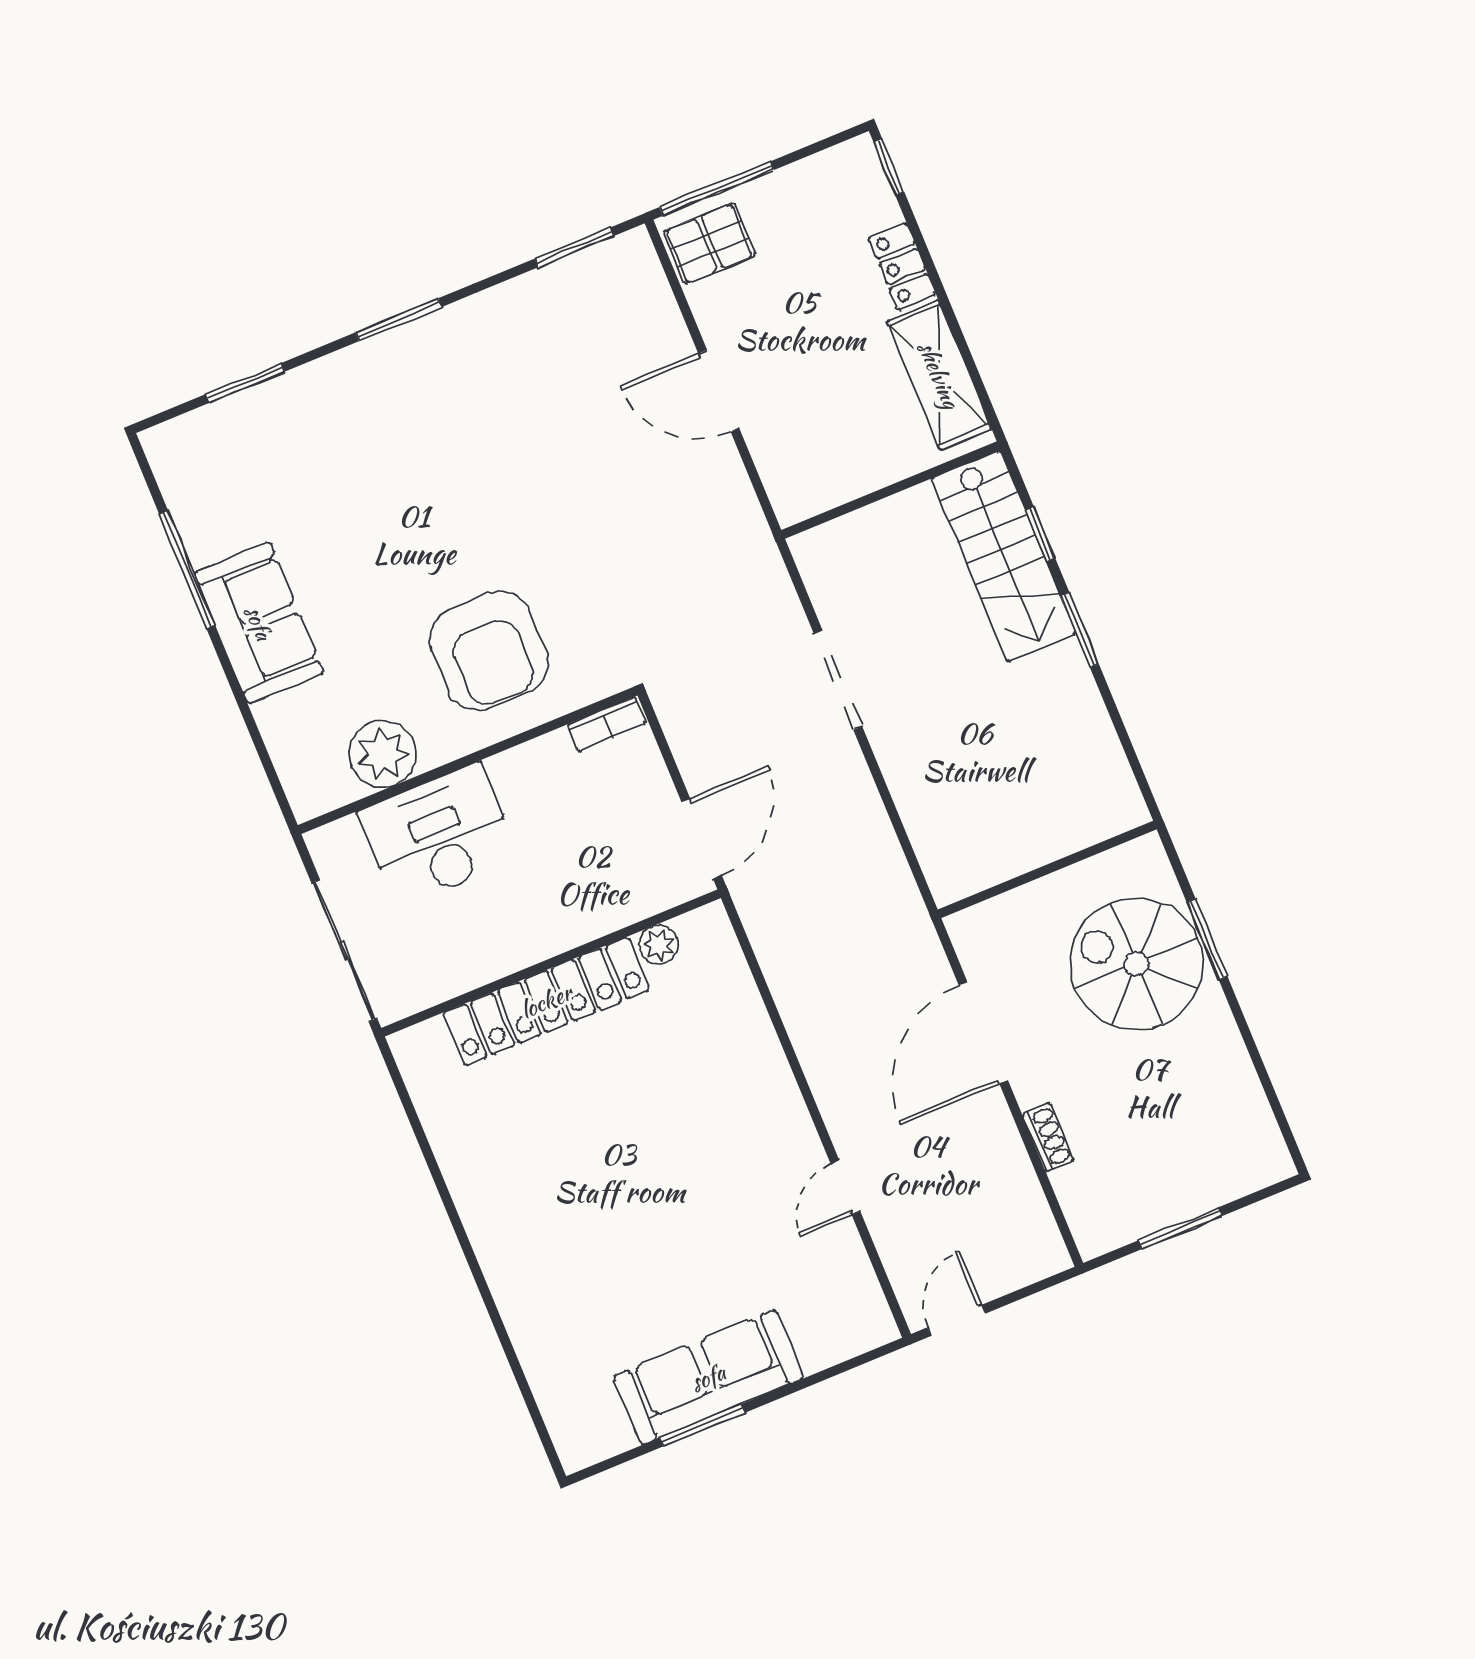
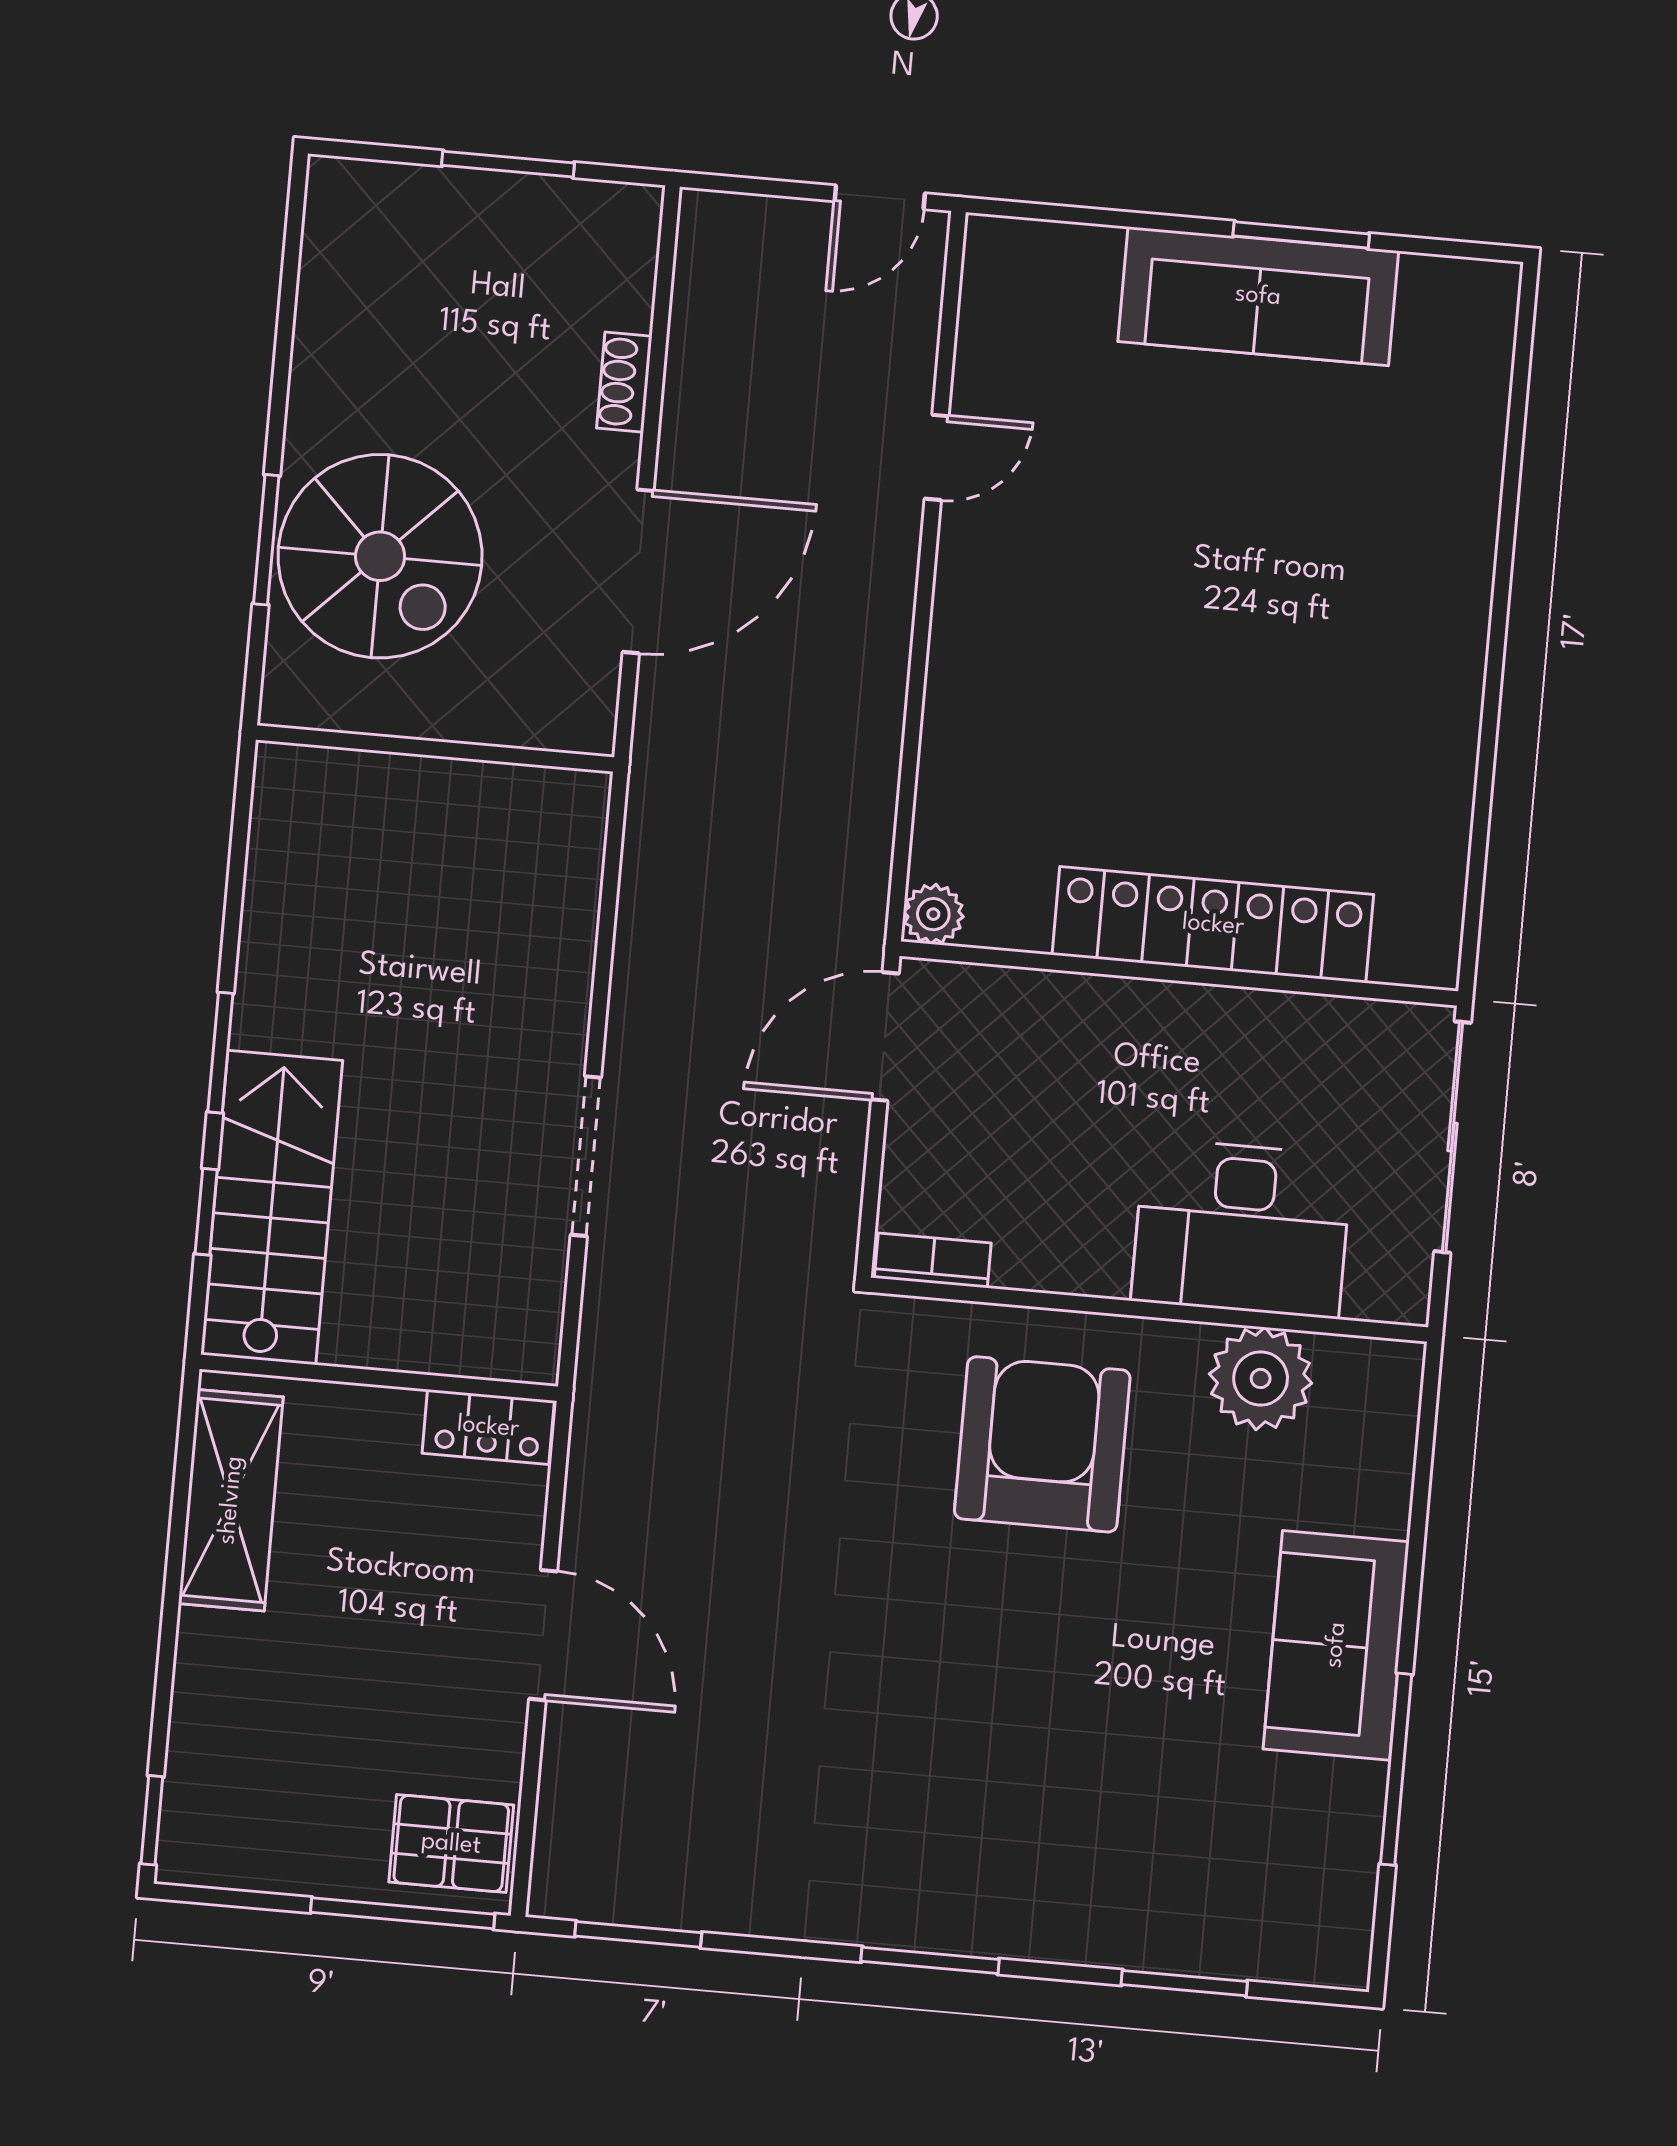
locker: (902, 266) -> (488, 1427), moved, turned 90
plant: (659, 945) -> (933, 914), moved

